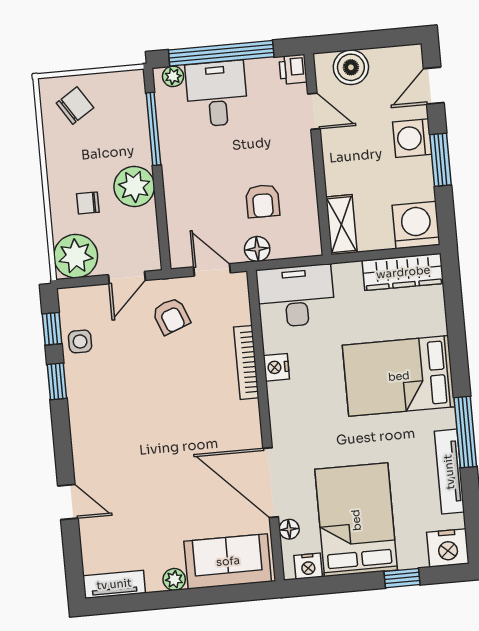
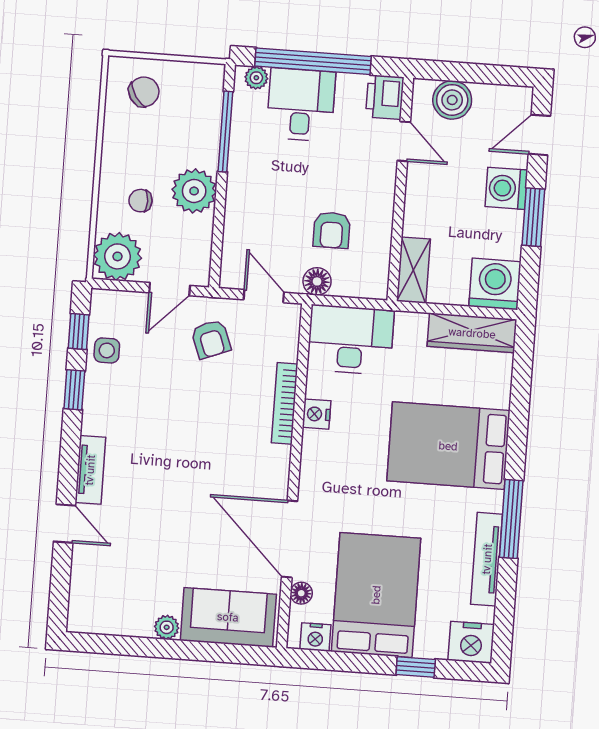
printer: (293, 69) -> (385, 97), width x1.36, depth x1.24
tv unit: (114, 584) -> (90, 470), moved, turned 90

